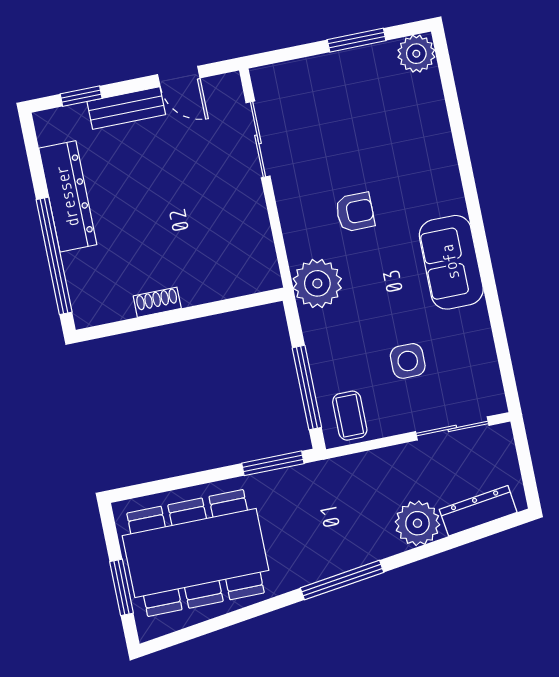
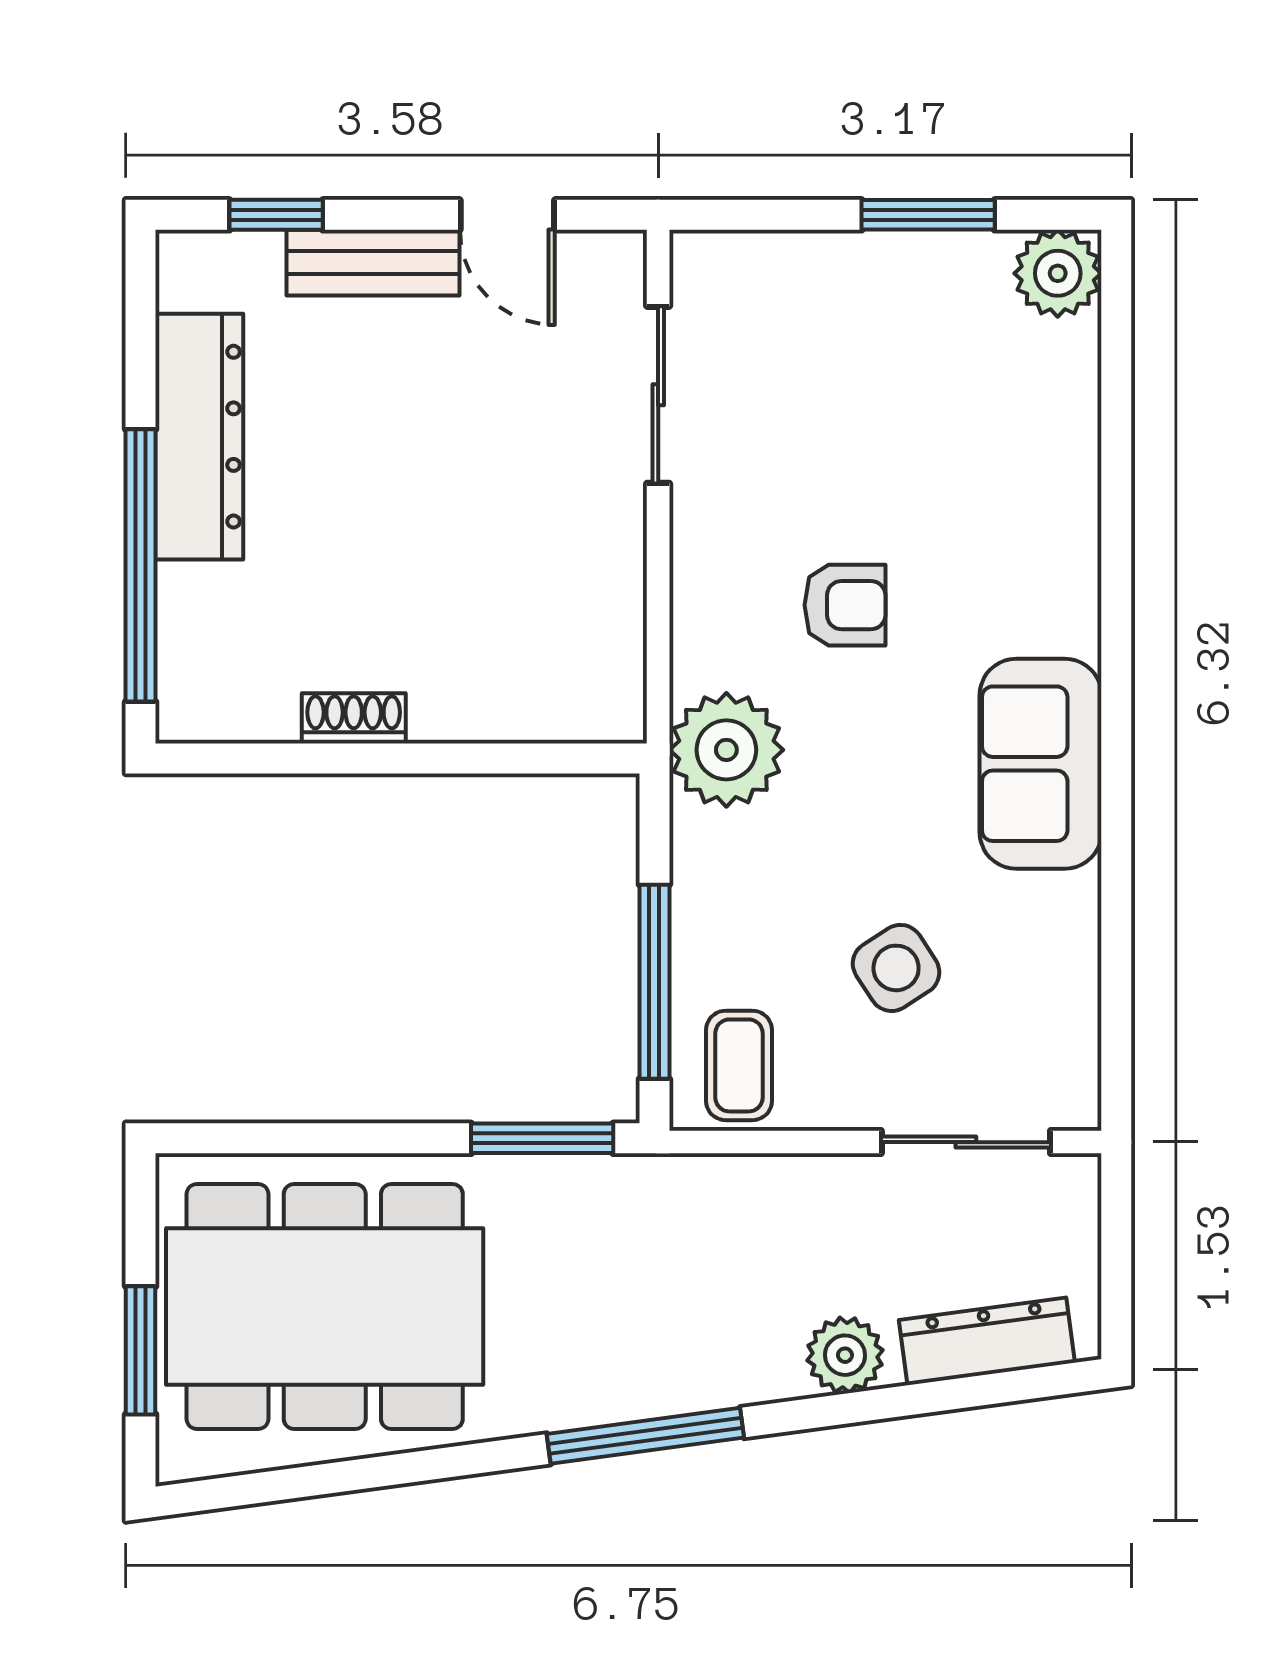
side table: (408, 361) -> (896, 968), turned -33
plant: (417, 523) -> (845, 1355), width x0.73, depth x0.73

